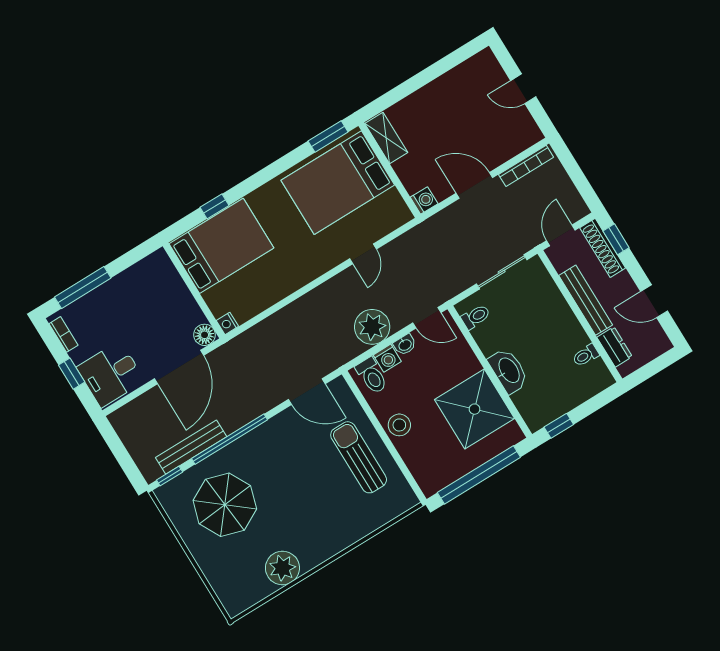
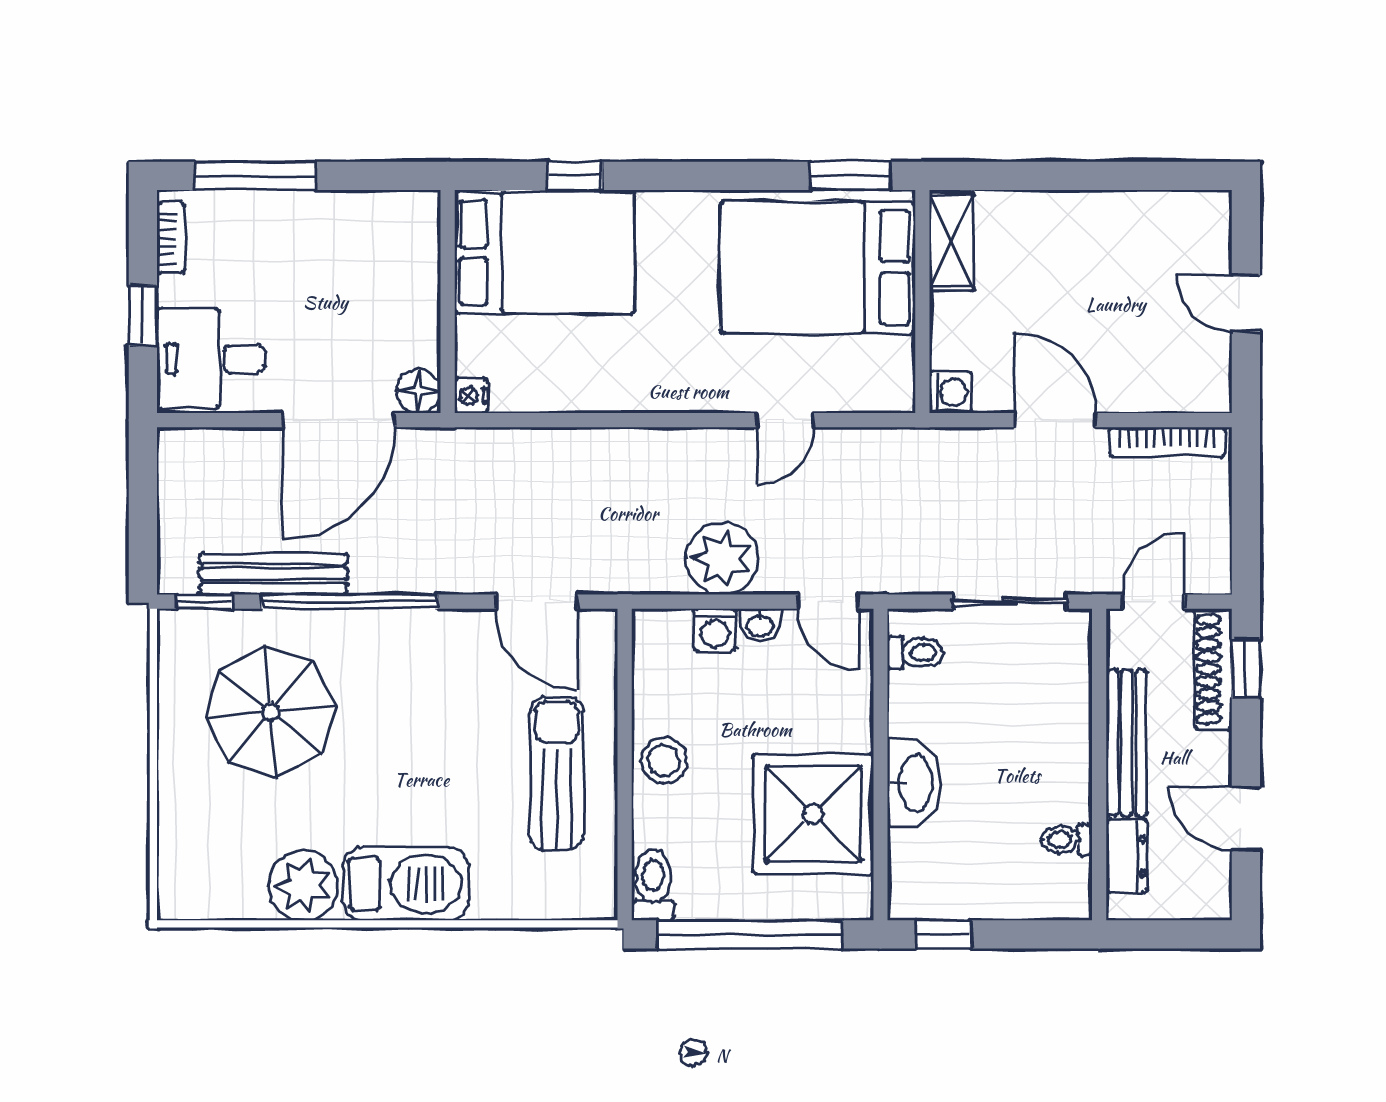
toilet: (372, 376) -> (653, 885), moved, turned 180
barbecue: (324, 541) -> (406, 884), added

